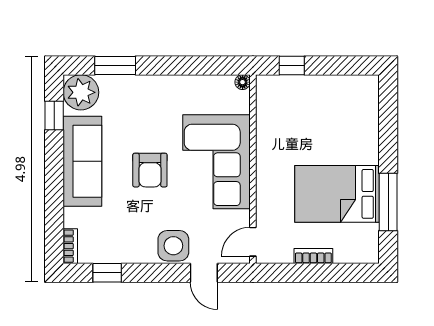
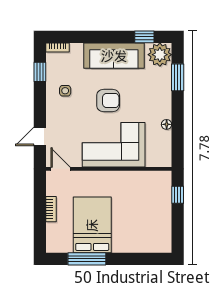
floor lamp: (243, 82) -> (167, 124), moved
armchair: (150, 170) -> (108, 101), turned 180
side table: (173, 246) -> (65, 91), moved, width x0.54, depth x0.54

